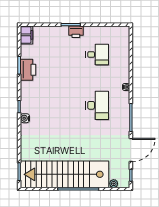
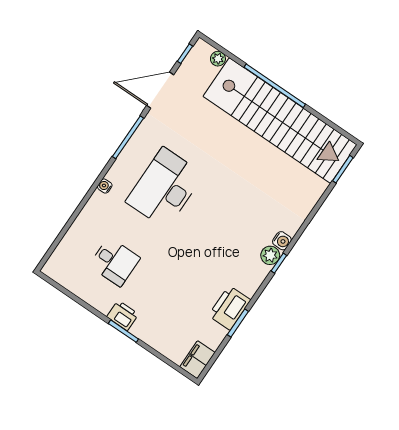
desk: (97, 54) -> (115, 262), turned 180
desk: (97, 105) -> (165, 188), width x1.36, depth x1.30
plant: (26, 108) -> (270, 255), added

